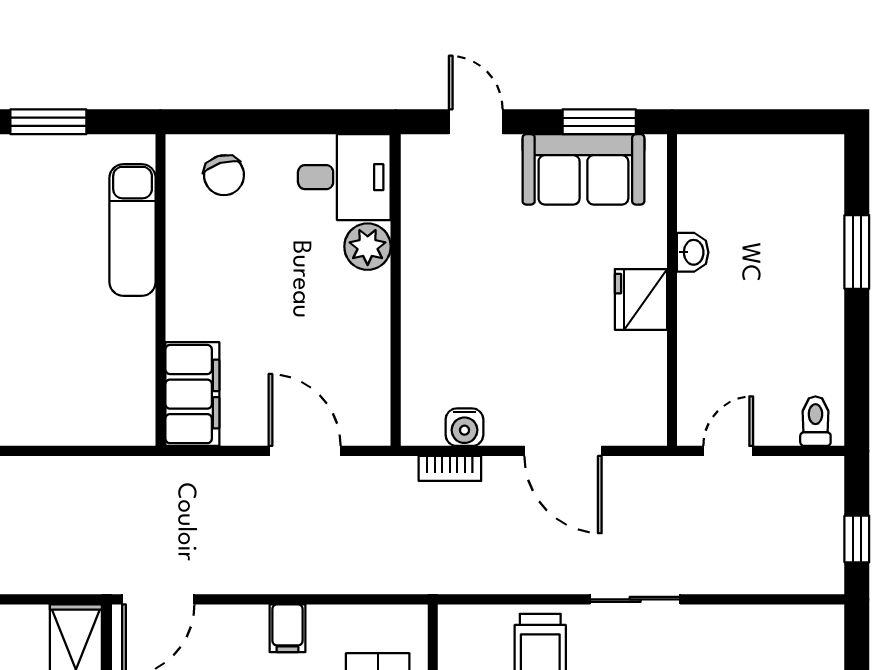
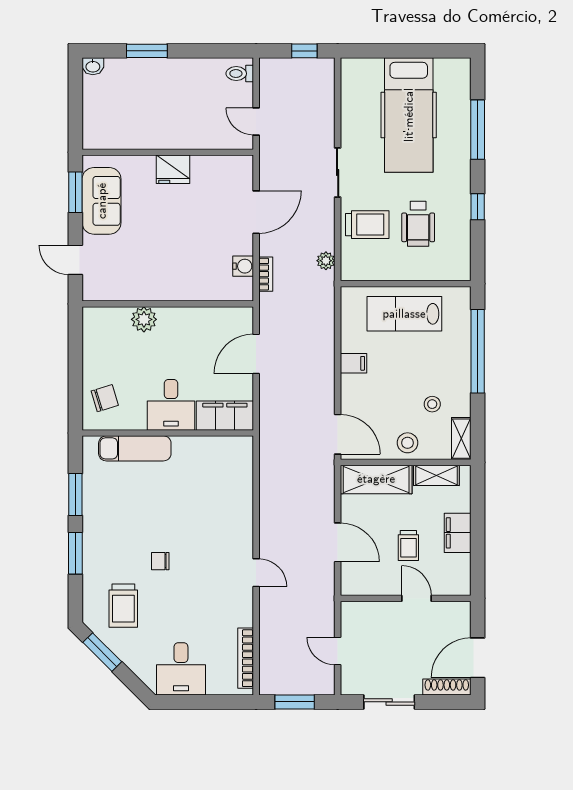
door: (476, 122) -> (75, 260), hinge flipped
desk: (344, 177) -> (171, 405), moved, turned 180
washbasin: (693, 252) -> (93, 66), moved, turned 180
plant: (474, 578) -> (326, 261), added

